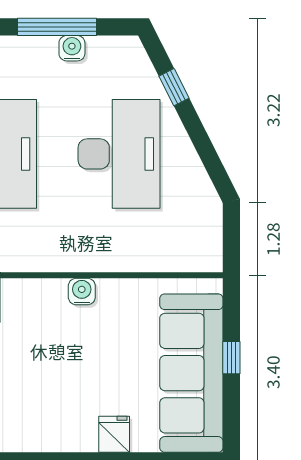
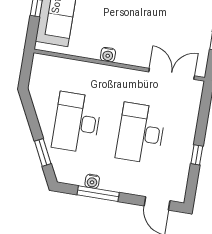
window: (174, 87) -> (43, 152), width x1.50

